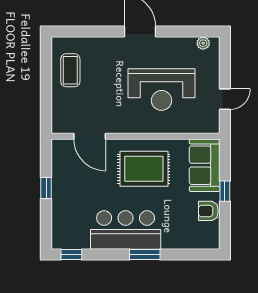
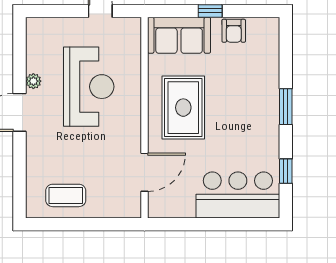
plant: (203, 43) -> (33, 81), moved
window: (46, 188) -> (206, 224), removed
bar counter: (126, 230) -> (238, 195), moved, turned 90
window: (71, 255) -> (286, 171), moved

